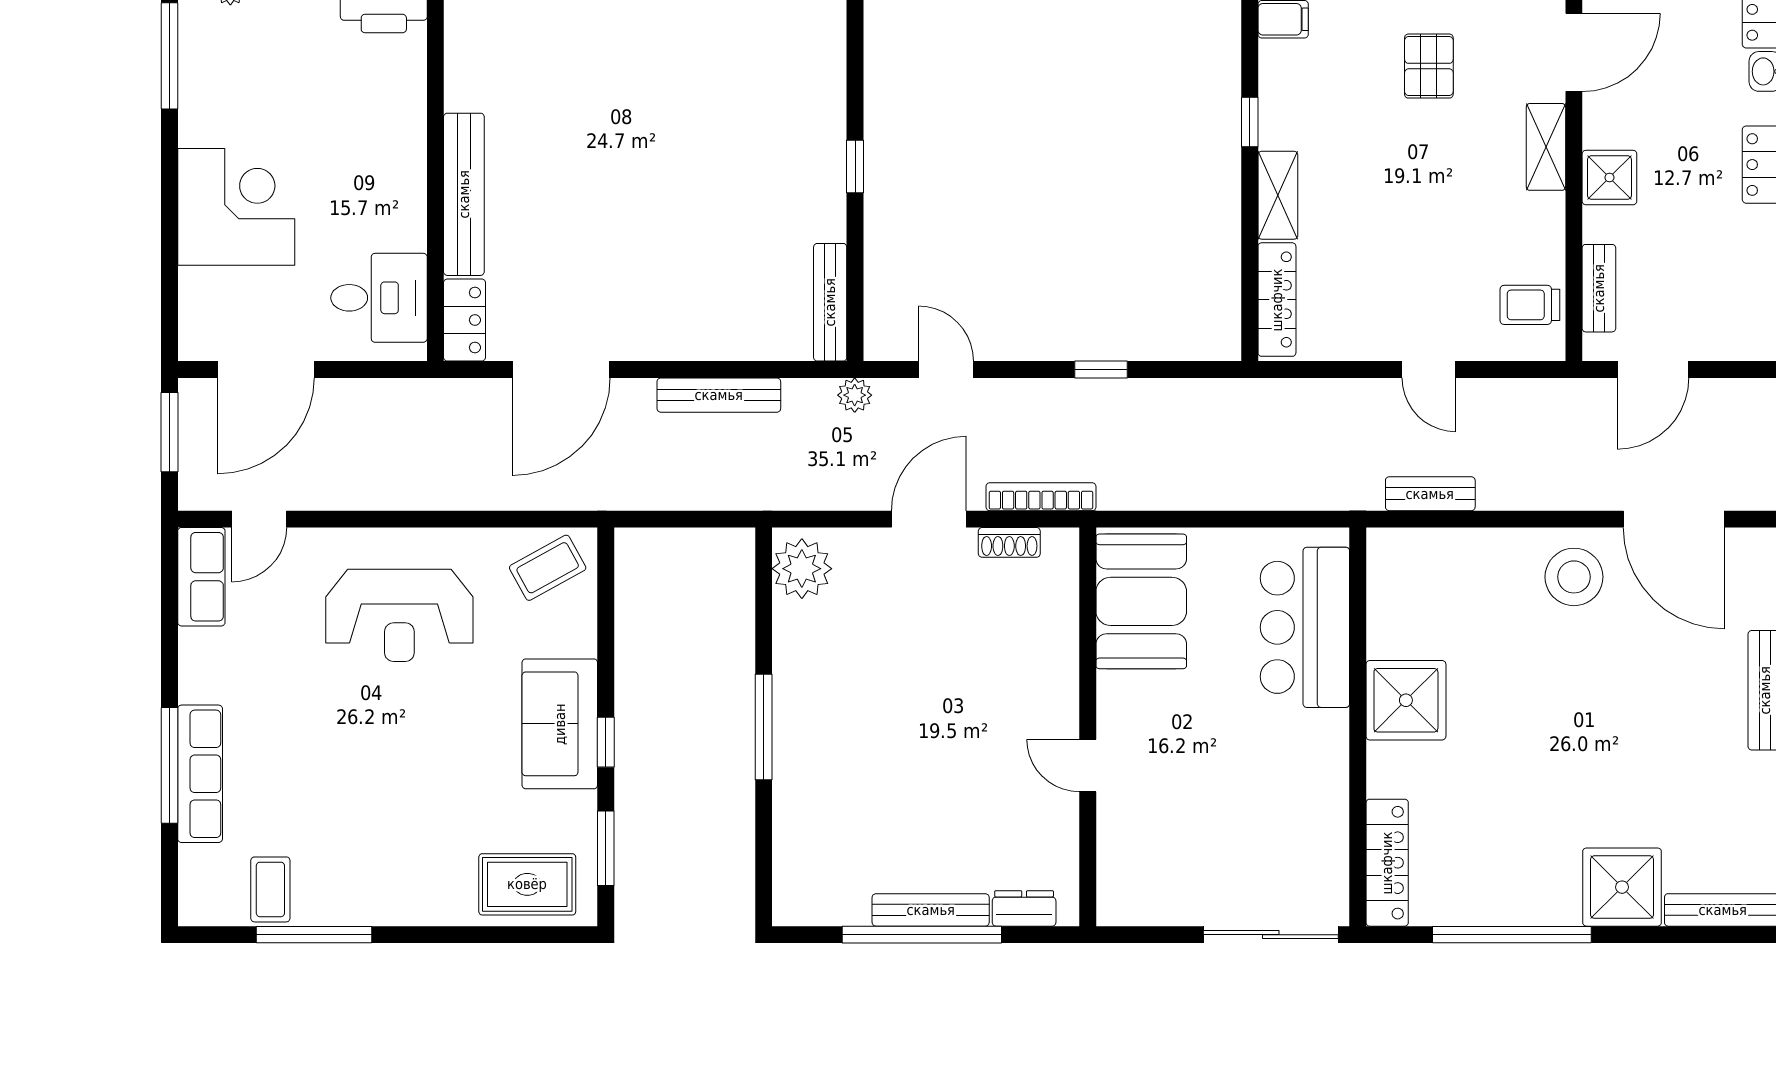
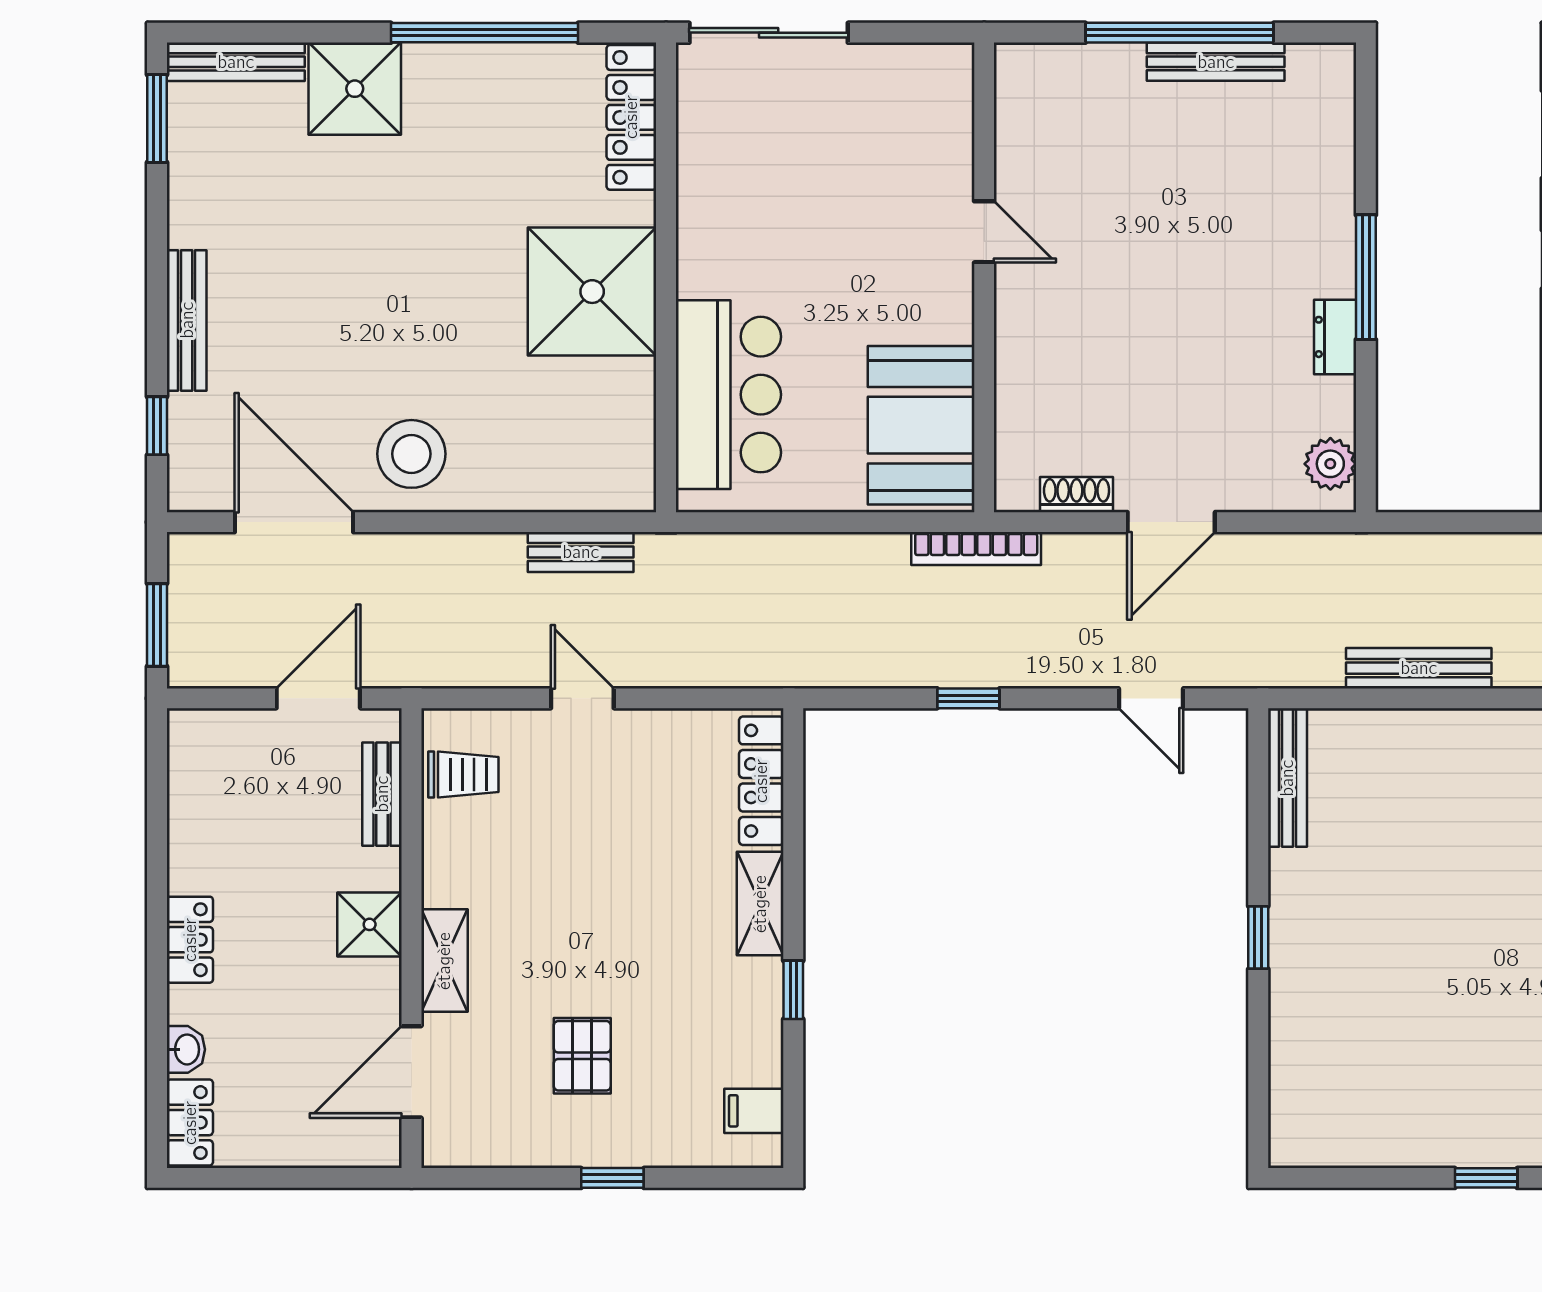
plant: (855, 395) -> (1259, 668), removed
bookcase: (1041, 497) -> (976, 548), moved
plant: (802, 569) -> (1330, 464), width x0.73, depth x0.73
shower: (1406, 700) -> (592, 292), width x1.37, depth x1.37
dresser: (1024, 908) -> (1335, 337), moved, turned 90
bench: (931, 910) -> (1216, 62), moved

